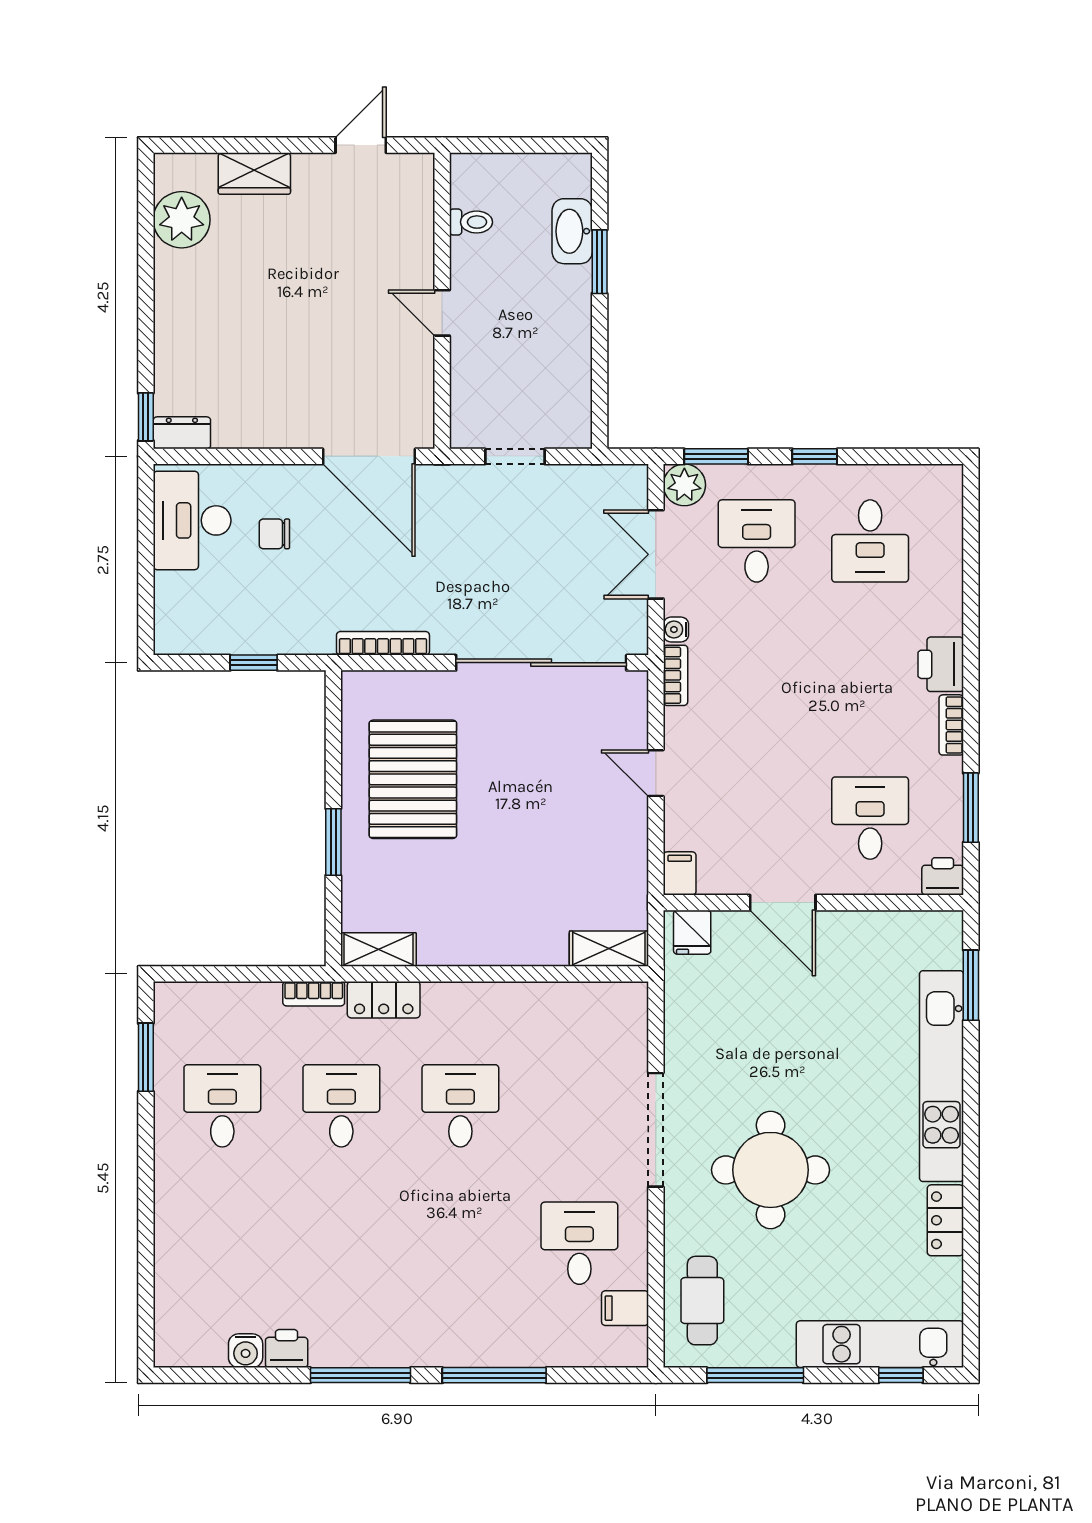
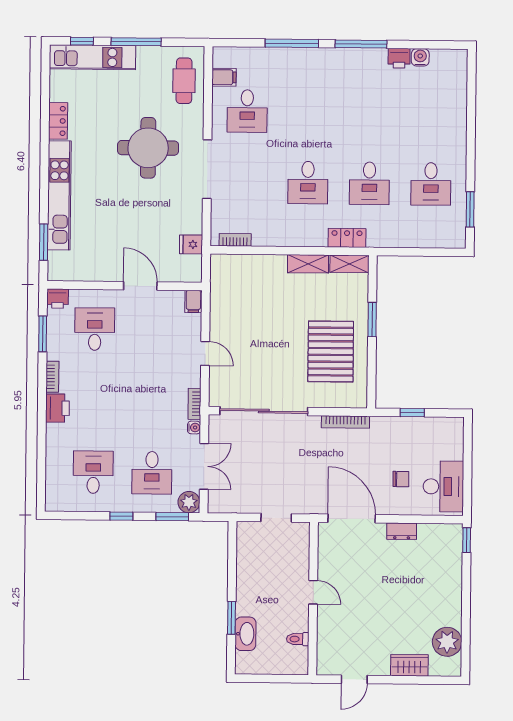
dresser: (182, 433) -> (402, 531), moved
desk: (870, 818) -> (95, 329), turned 180
fridge: (692, 932) -> (191, 244), moved, turned -90
shelving: (609, 949) -> (308, 264), moved
bookcase: (314, 994) -> (235, 240), moved
window: (755, 1375) -> (136, 42), moved

